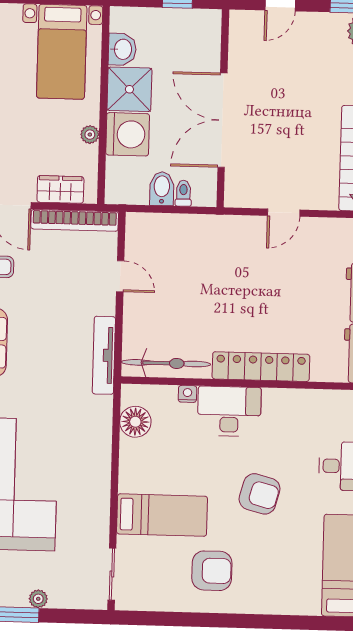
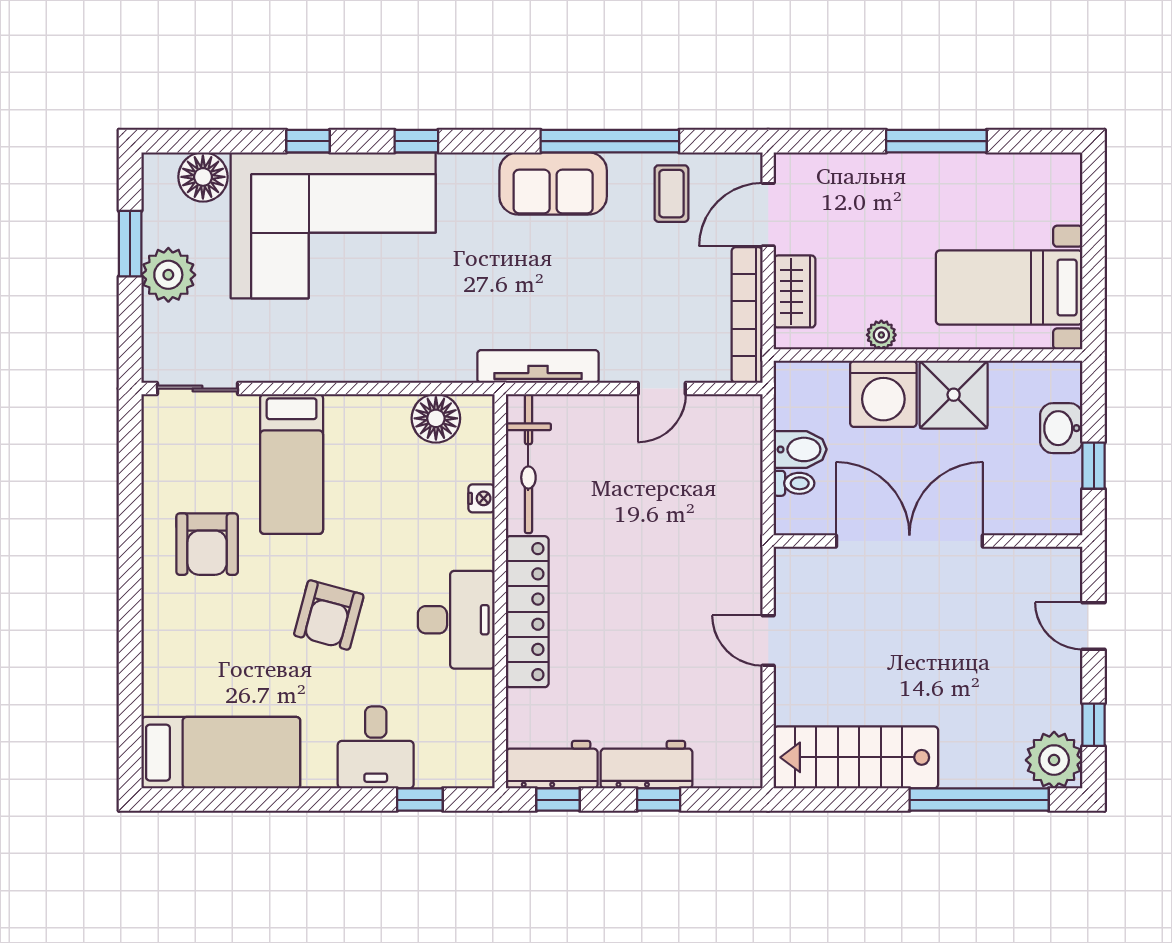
washbasin: (122, 49) -> (1061, 428), moved, turned 90
desk: (229, 411) -> (456, 620), moved
plant: (38, 599) -> (168, 275), width x1.88, depth x1.88

